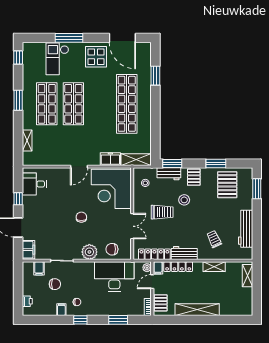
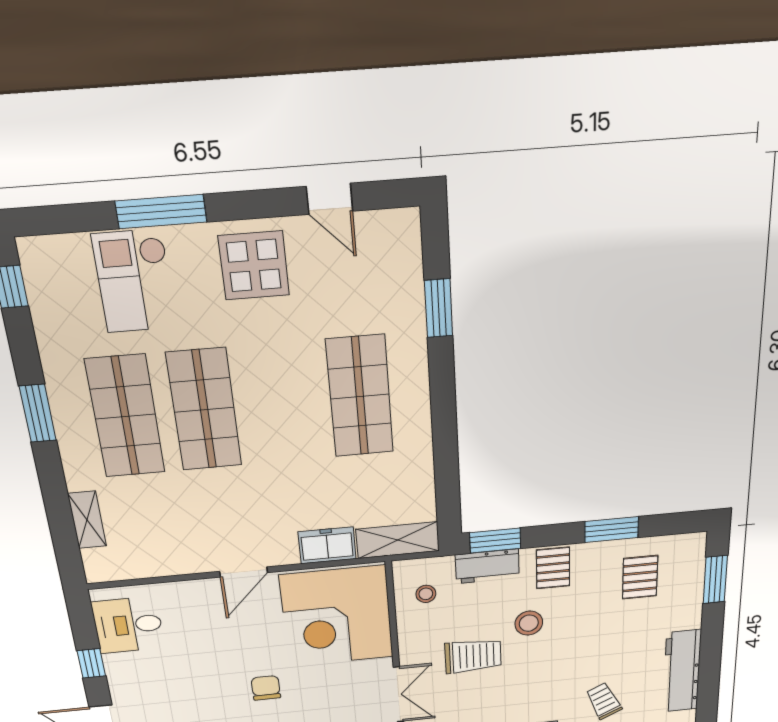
door: (122, 38) -> (330, 199), width x0.53
shop shelf: (127, 104) -> (360, 396), width x0.71
pallet: (227, 185) -> (640, 577), width x0.67, depth x0.71

